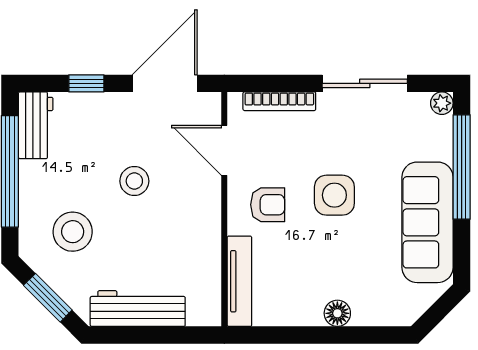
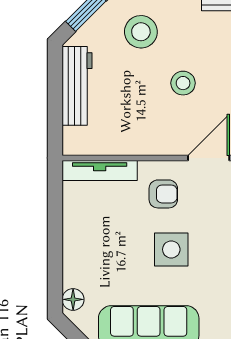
armchair: (268, 205) -> (163, 194), turned -90
floor lamp: (337, 313) -> (73, 299), moved

